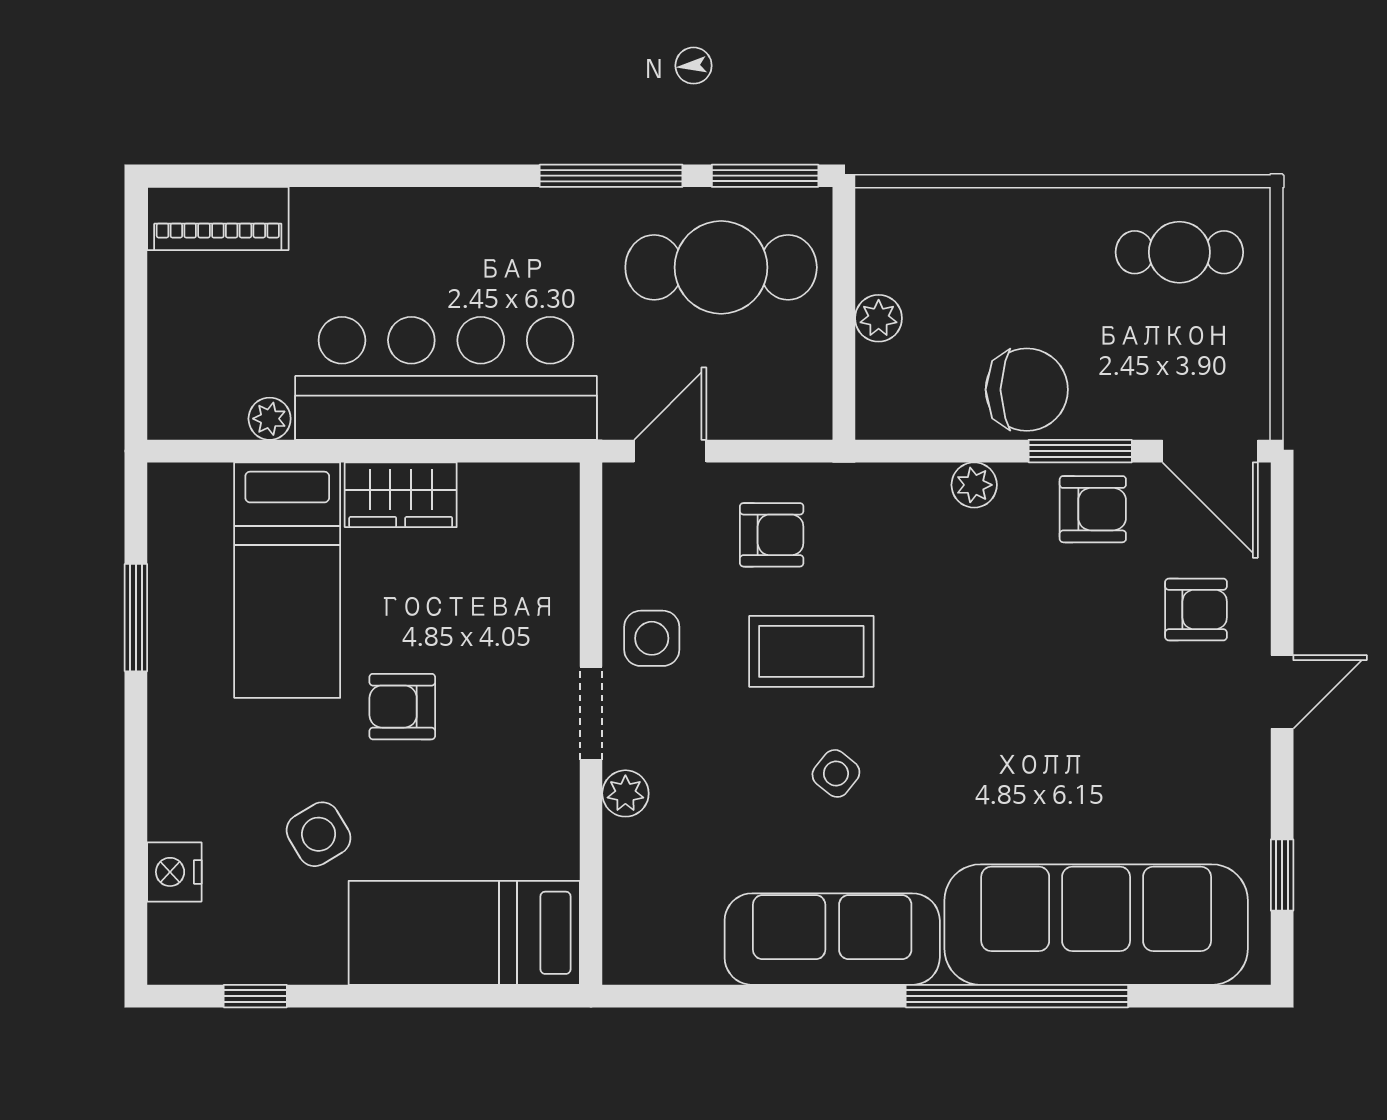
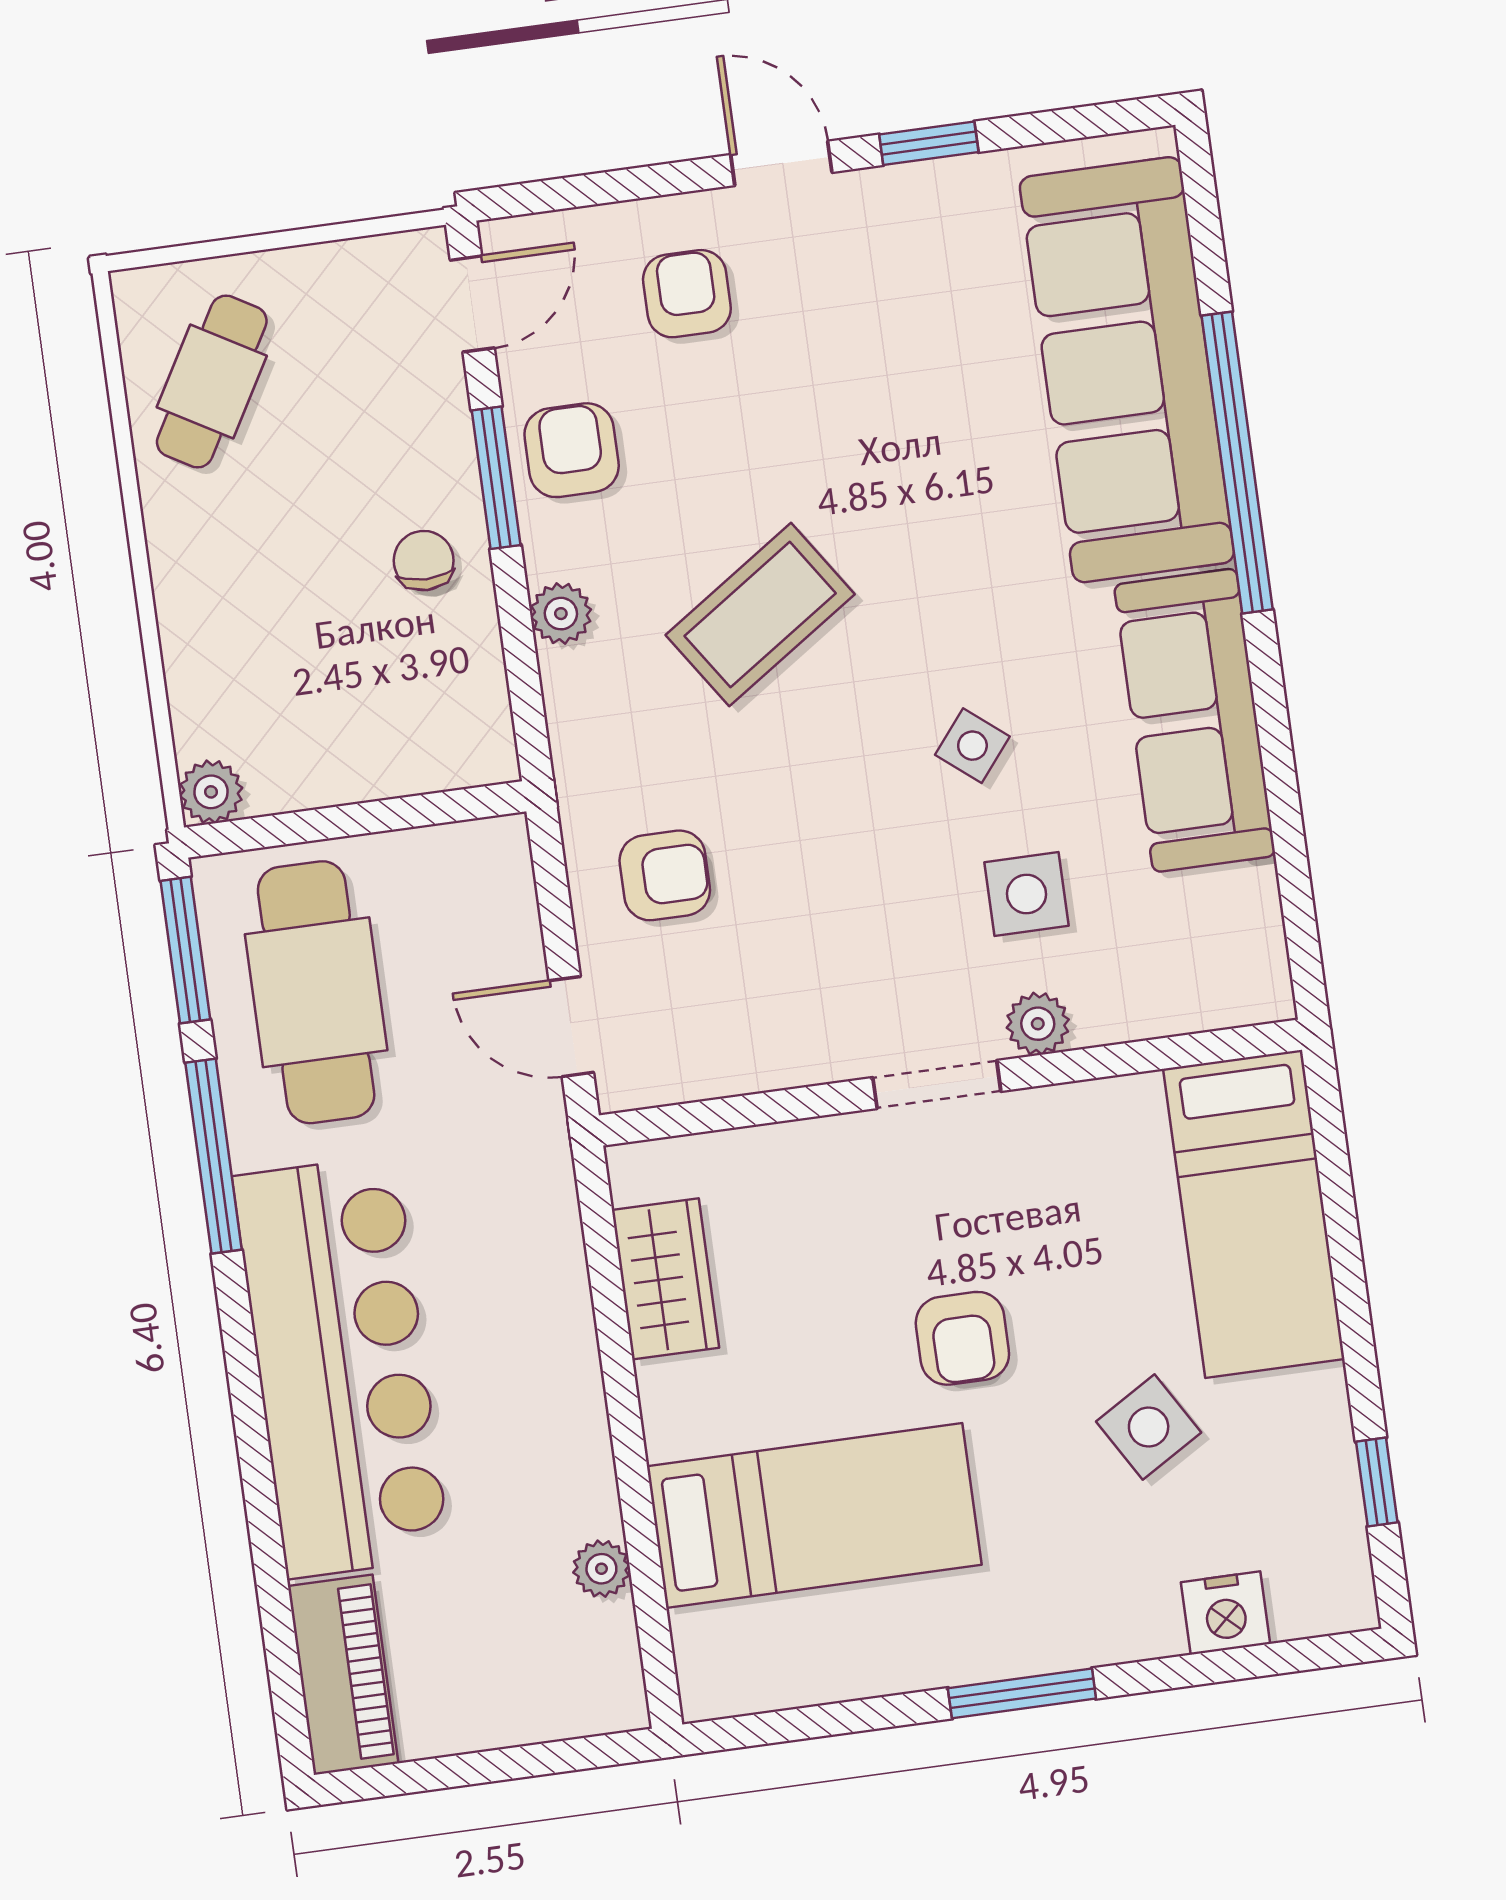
cafe table: (1179, 252) -> (212, 382), turned 30
plant: (879, 318) -> (211, 792), moved
bar counter: (446, 378) -> (342, 1367), moved, turned 180
chair: (1027, 390) -> (424, 561), width x0.54, depth x0.54
door: (1210, 451) -> (472, 304), width x0.73
wardrobe: (401, 495) -> (665, 1279), moved
armchair: (772, 535) -> (665, 875), turned 90
window: (136, 618) -> (1022, 1693), moved
side table: (652, 638) -> (1026, 894), moved
coffee table: (811, 651) -> (760, 615), moved, turned 56
window: (1282, 875) -> (929, 143), moved

